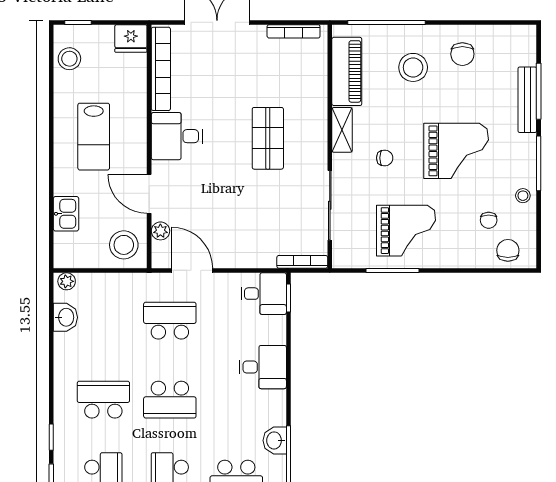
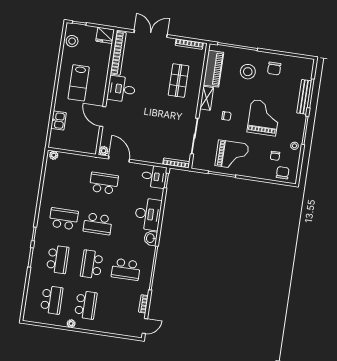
shop shelf: (268, 138) -> (179, 81), moved
grand piano: (456, 151) -> (264, 118), turned -90
plant: (160, 231) -> (104, 151), moved
stool: (124, 245) -> (86, 141), removed
washbasin: (65, 317) -> (50, 174), removed
desk: (263, 367) -> (148, 214), width x1.37
washbasin: (275, 440) -> (151, 238), moved

